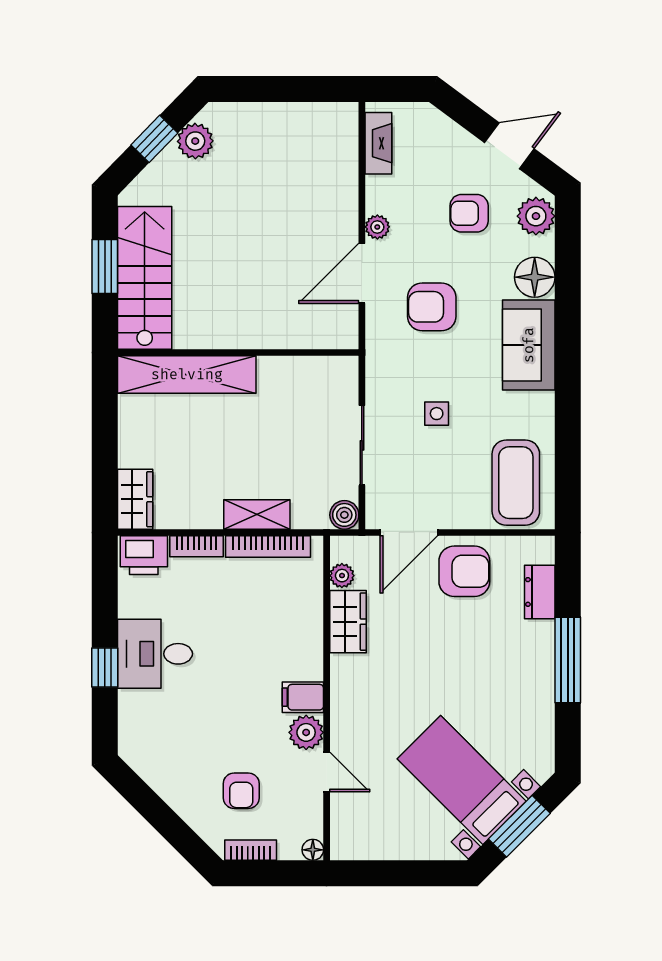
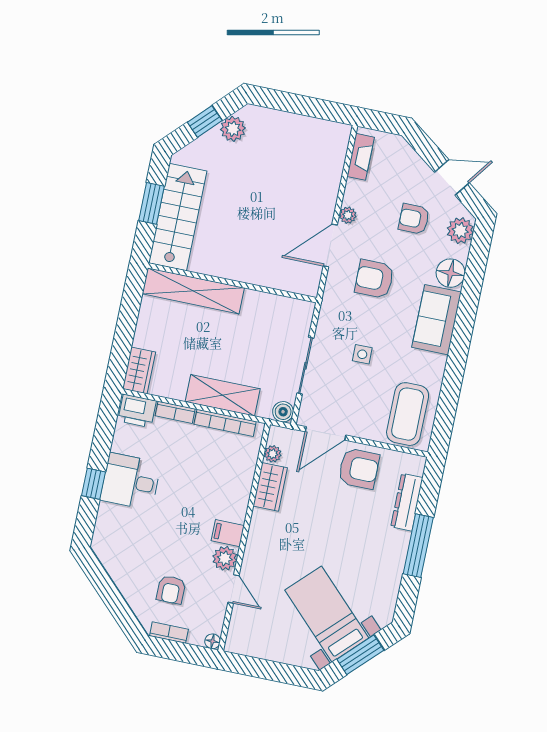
shelving: (257, 514) -> (223, 395), width x1.50, depth x1.33
dresser: (540, 592) -> (407, 502), width x1.44

